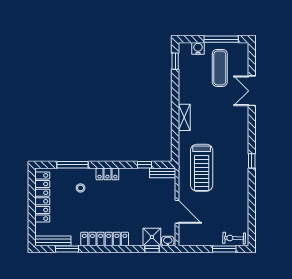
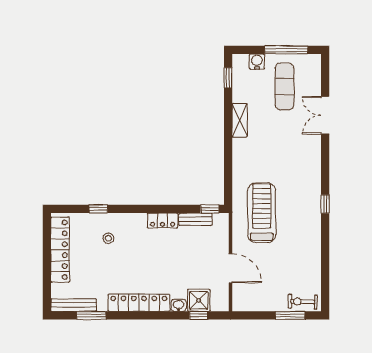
shelving: (184, 117) -> (240, 120), moved
window: (72, 165) -> (98, 209), width x0.46
window: (144, 165) -> (210, 209), moved
treadmill: (202, 168) -> (262, 213), turned 180
bench: (163, 173) -> (195, 219), moved
locker: (107, 174) -> (163, 221), moved
washbasin: (168, 241) -> (179, 305), moved

